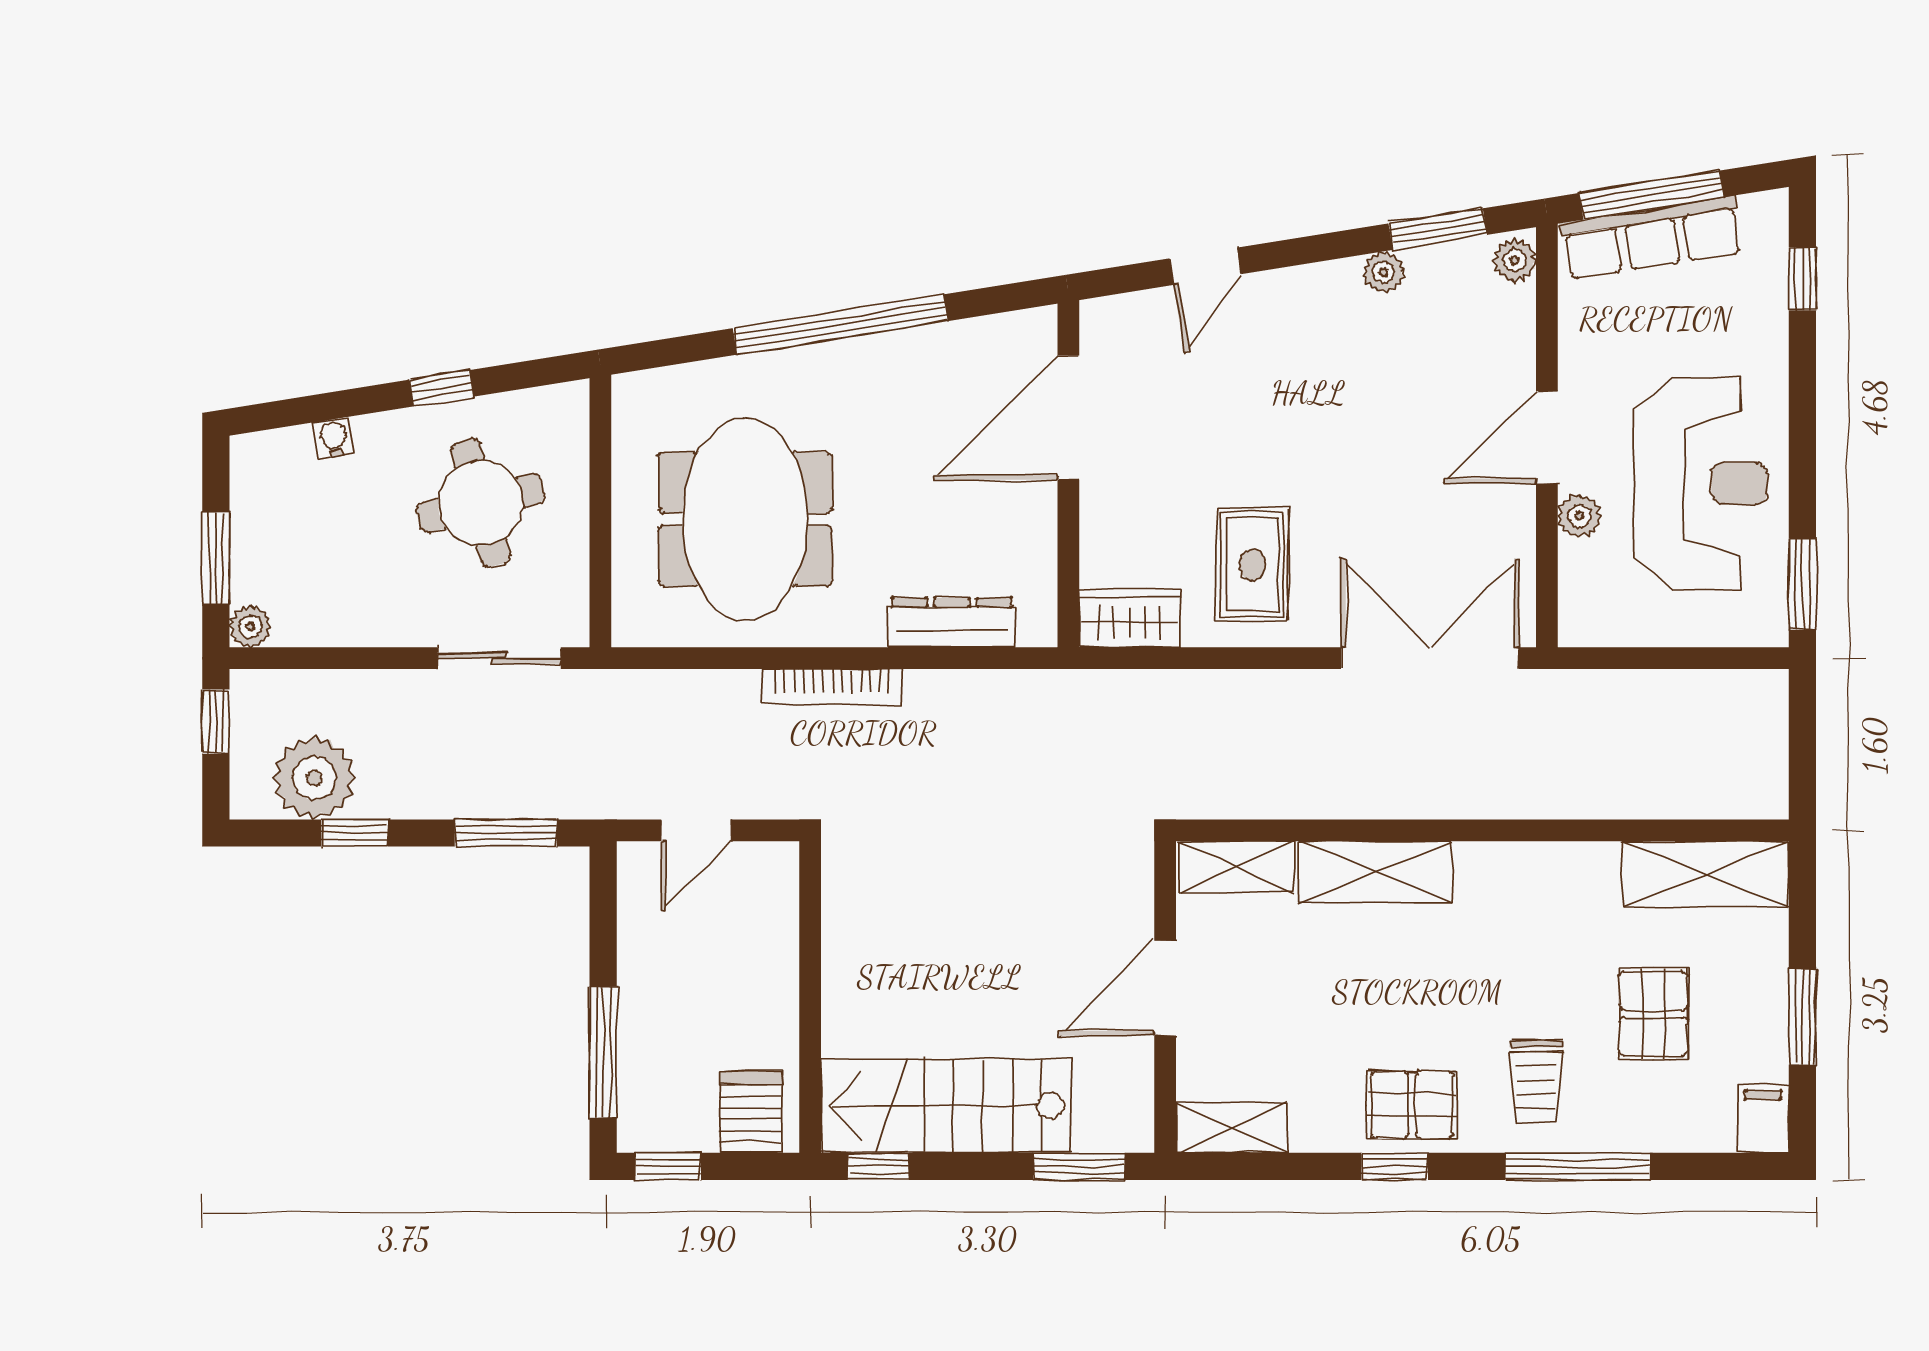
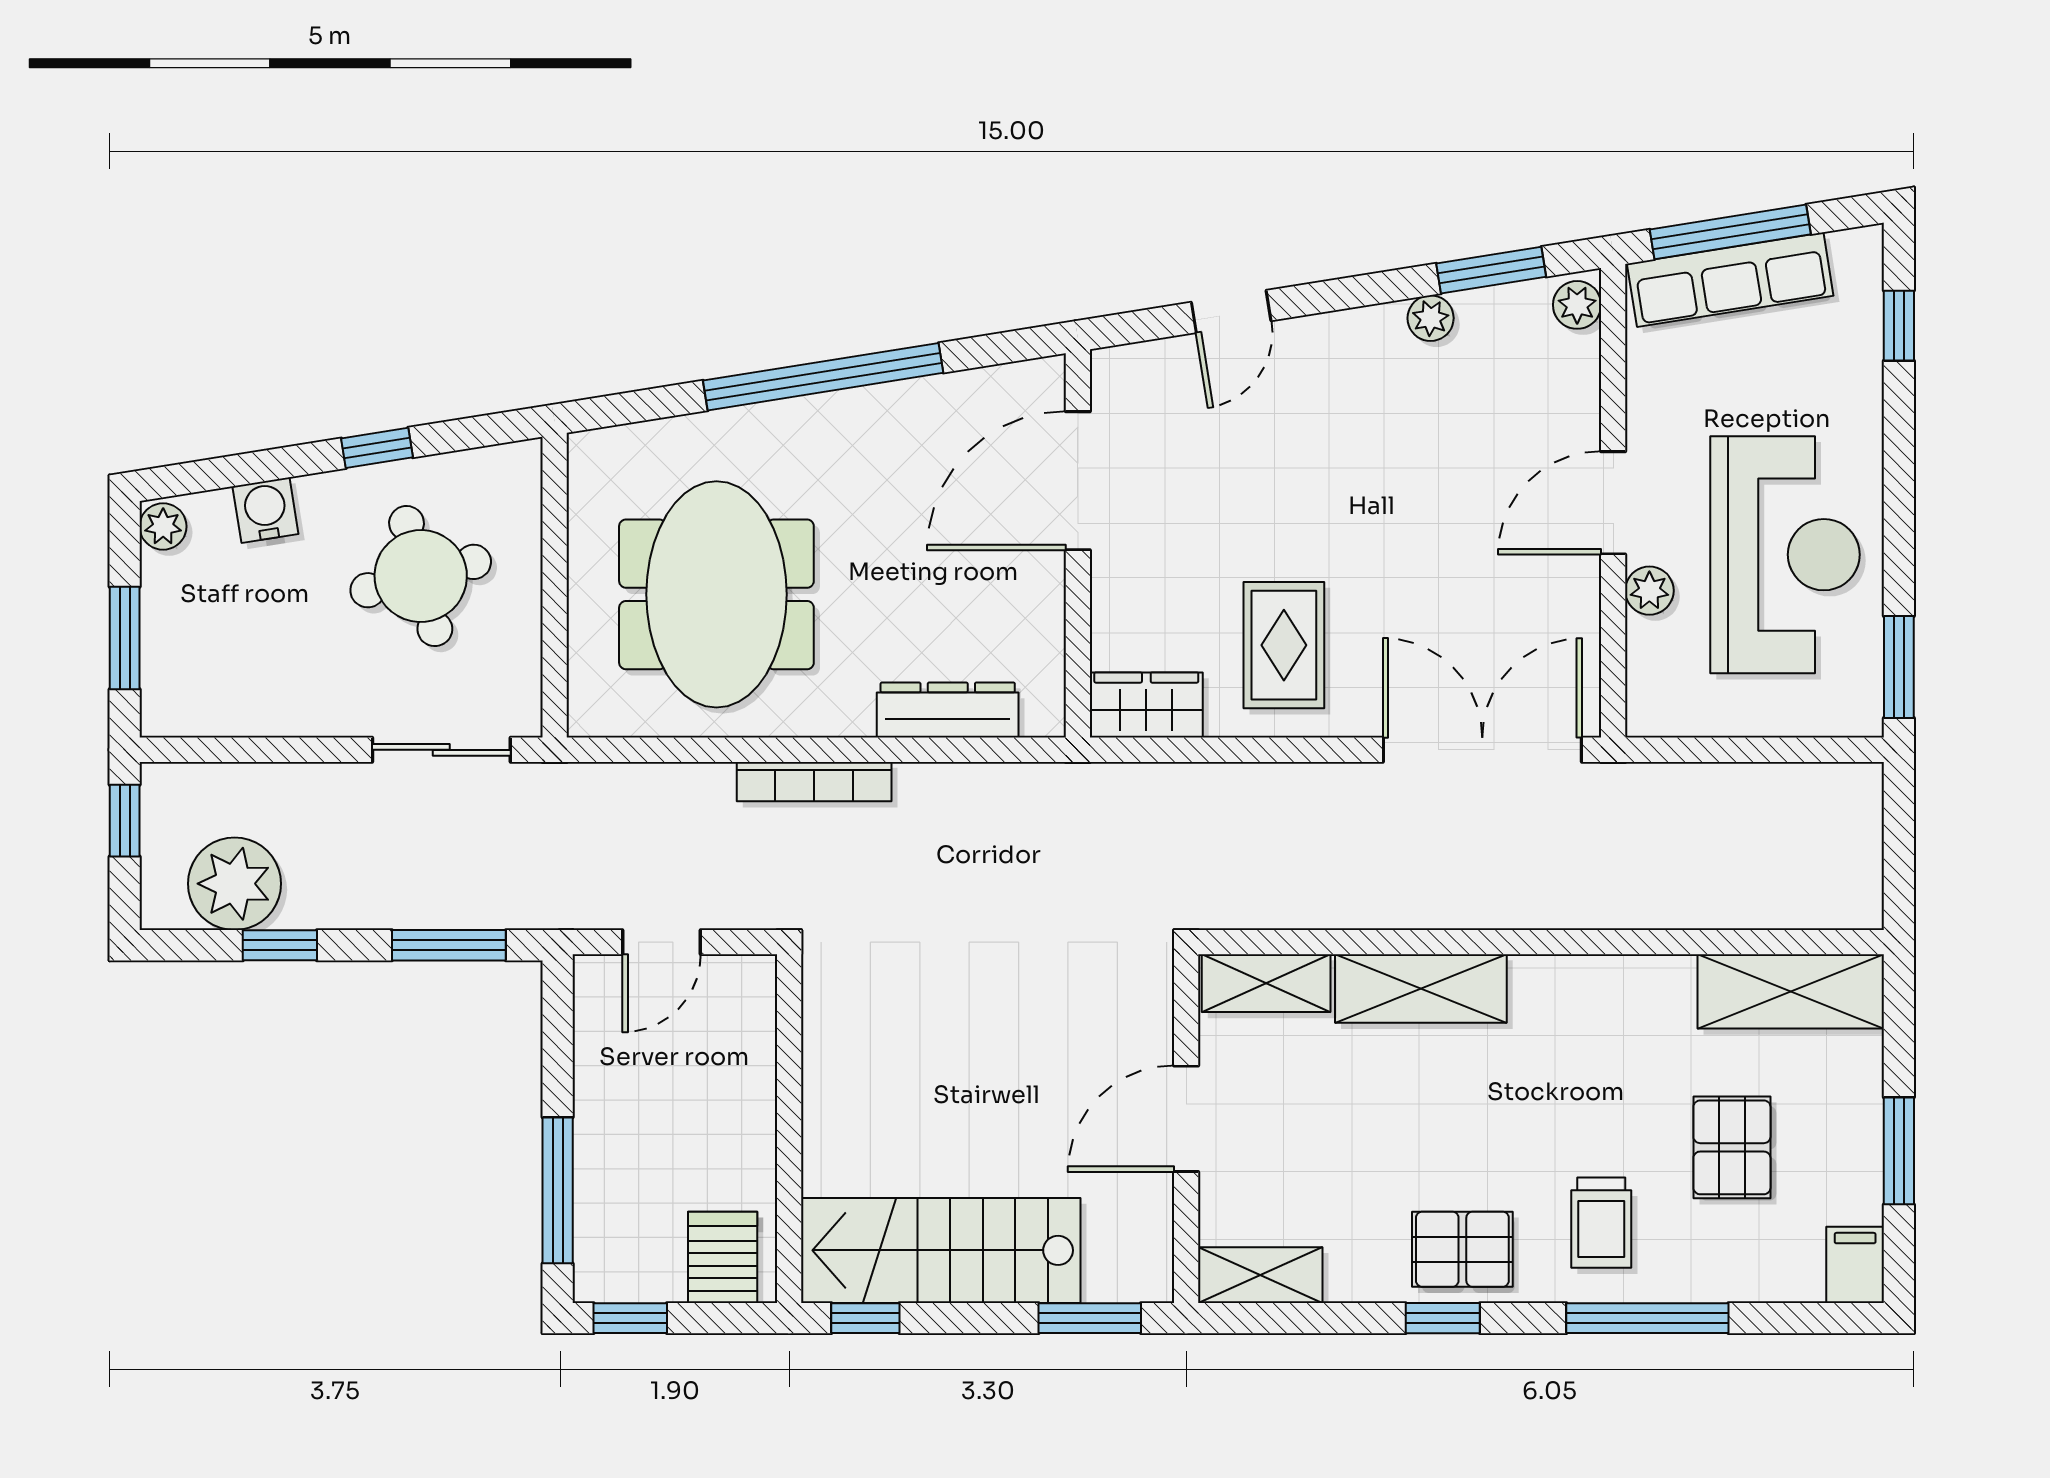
water cooler: (334, 438) -> (265, 510), width x1.38, depth x1.38
plant: (250, 627) -> (163, 526), moved

